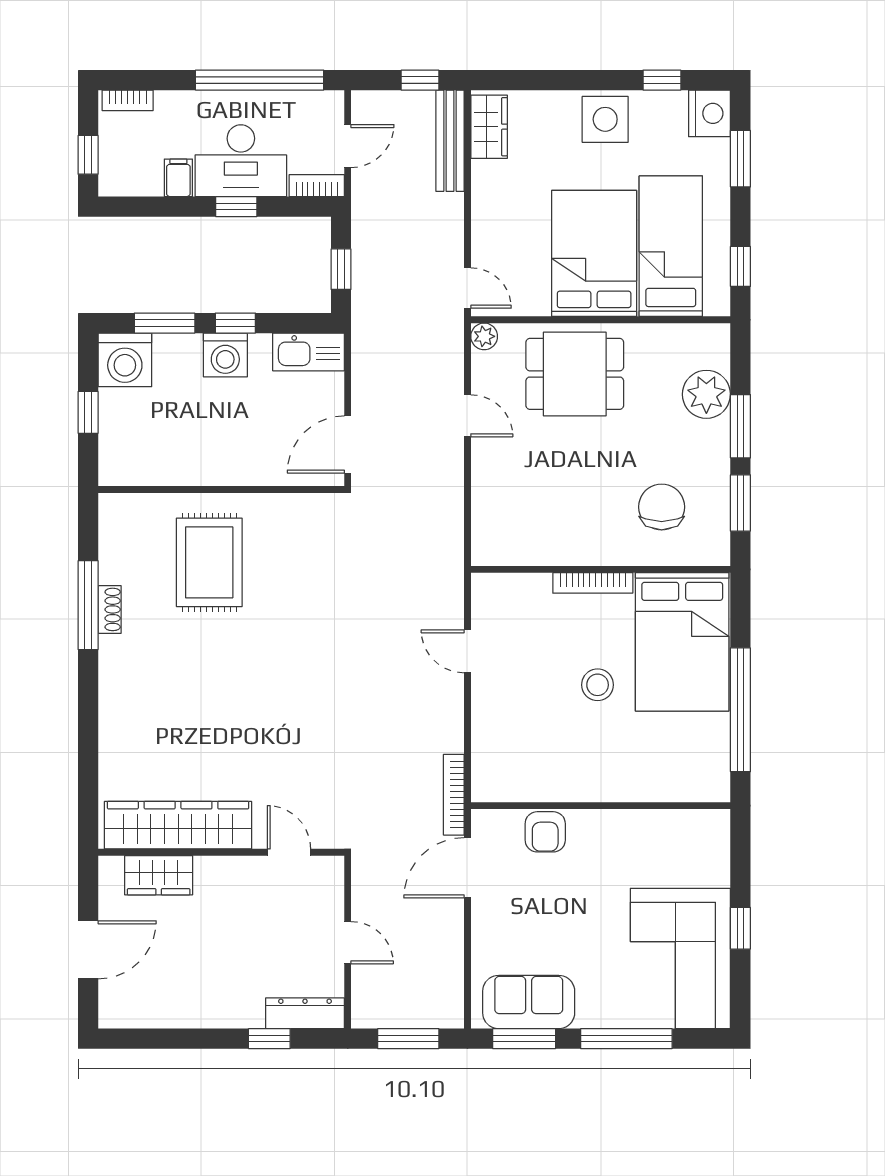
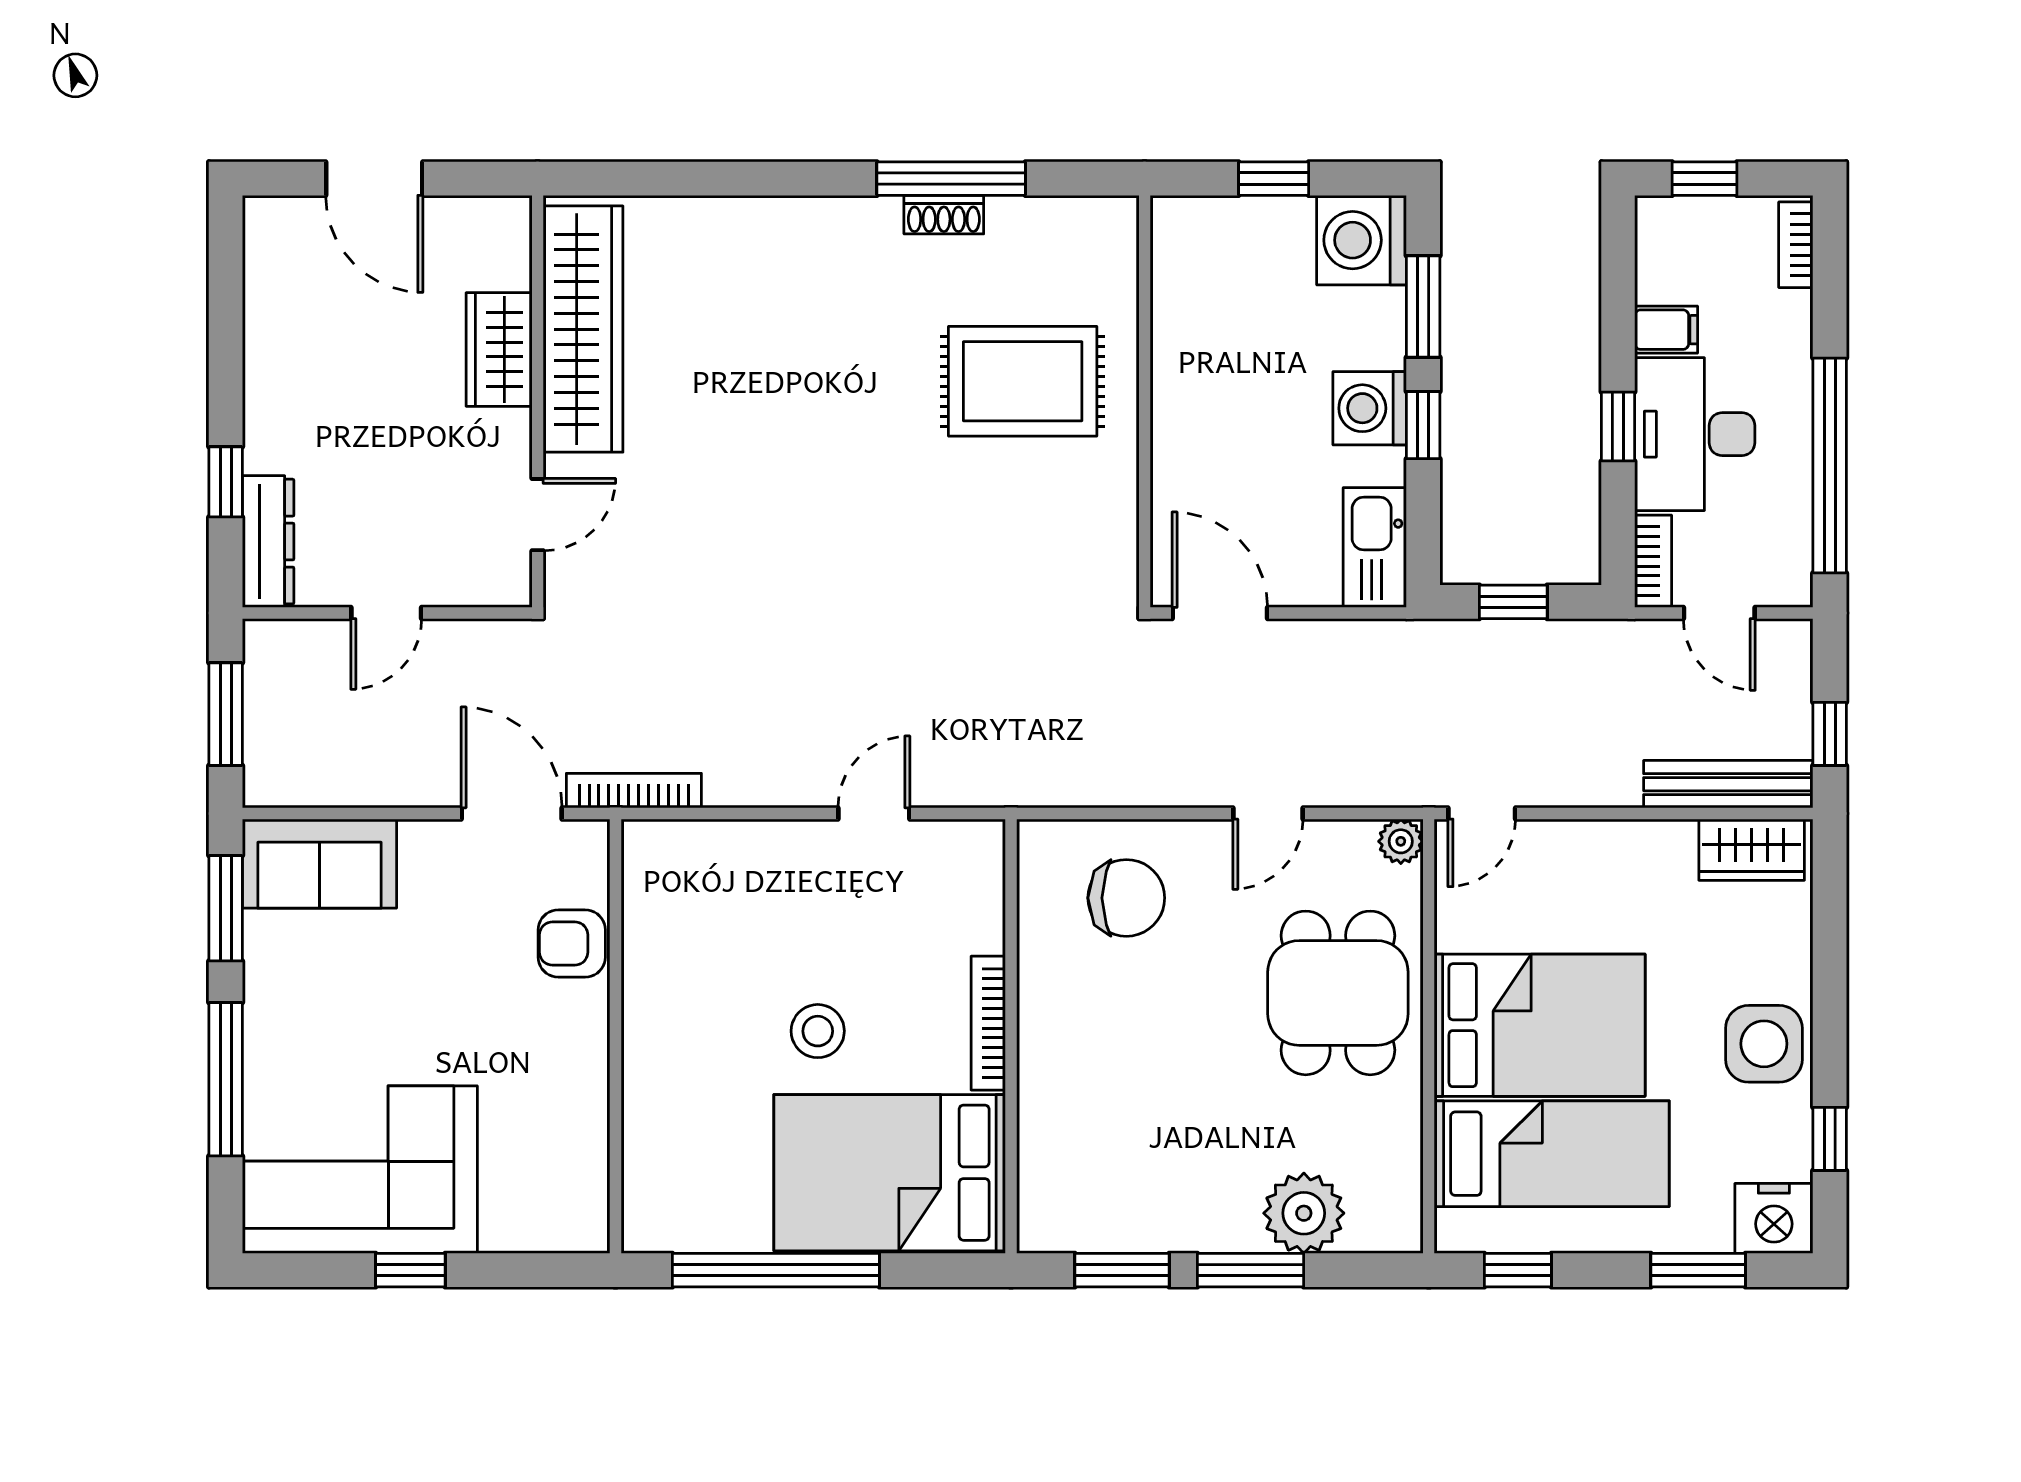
chair: (662, 507) -> (1126, 898), moved
wardrobe: (159, 875) -> (499, 350), moved
sofa: (529, 1002) -> (319, 864), moved, turned 90

